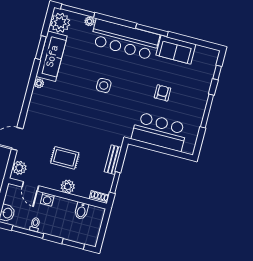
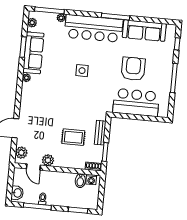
plant: (60, 23) -> (32, 23), width x0.53, depth x0.53
sofa: (176, 50) -> (144, 31), width x1.36
armchair: (162, 93) -> (133, 69), width x1.88, depth x1.88
rug: (65, 158) -> (73, 137), moved
plant: (68, 186) -> (48, 160), moved
washing machine: (47, 199) -> (91, 180), moved

